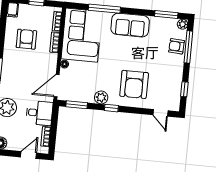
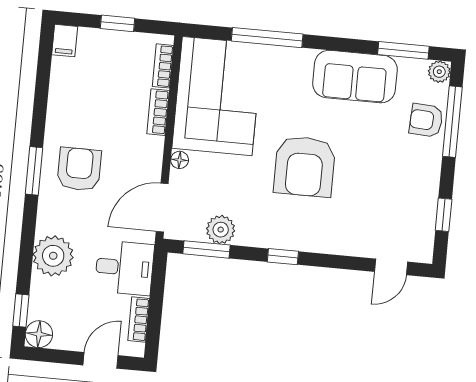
sofa: (130, 25) -> (355, 77), moved
armchair: (26, 39) -> (79, 169), moved
armchair: (134, 84) -> (305, 166), moved
plant: (101, 97) -> (221, 230), moved
door: (160, 113) -> (391, 267), hinge flipped

